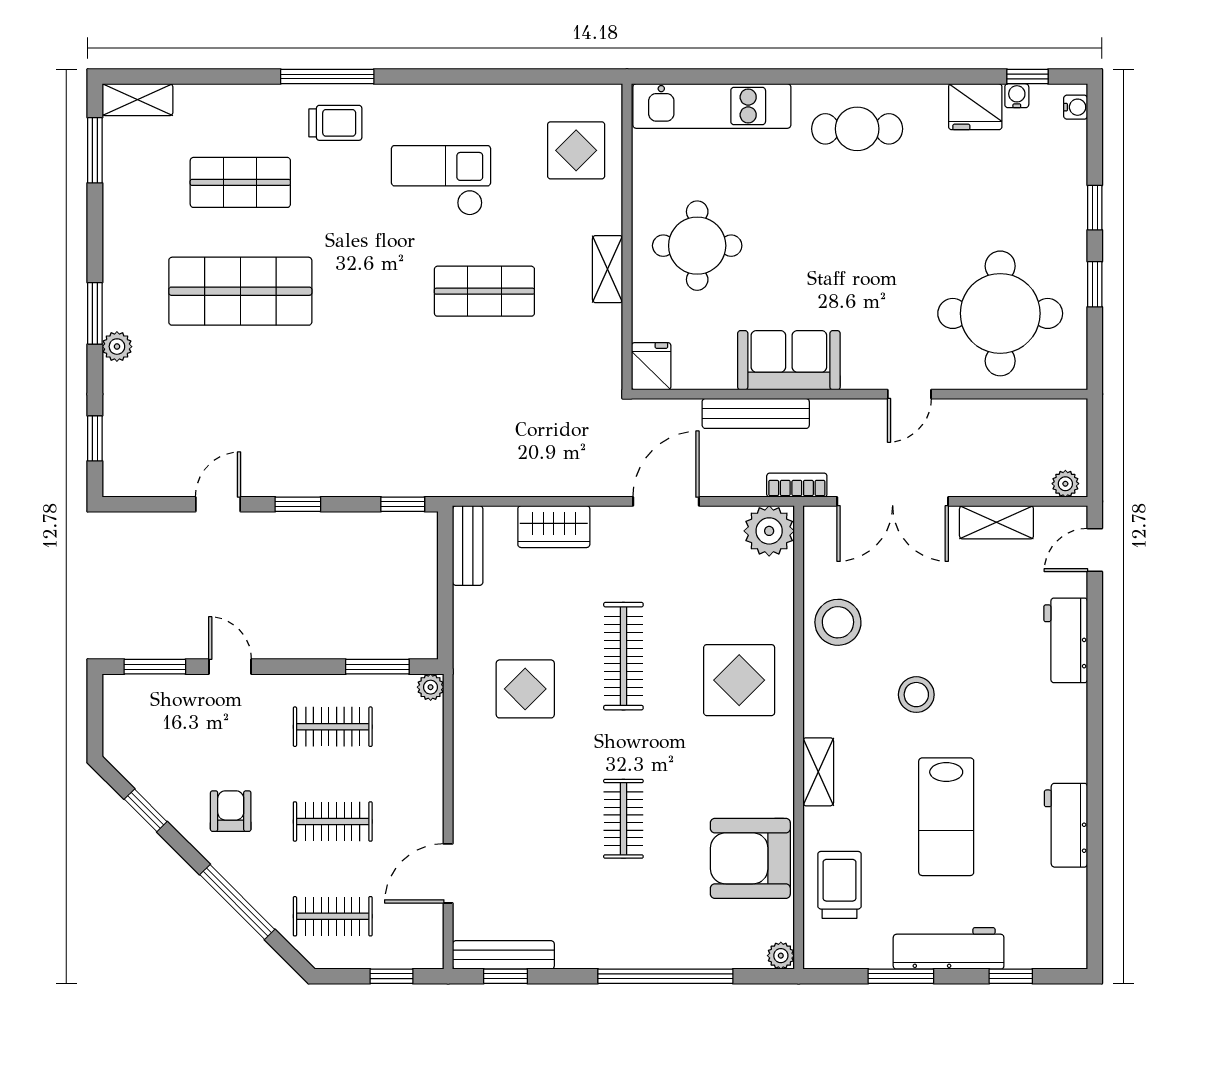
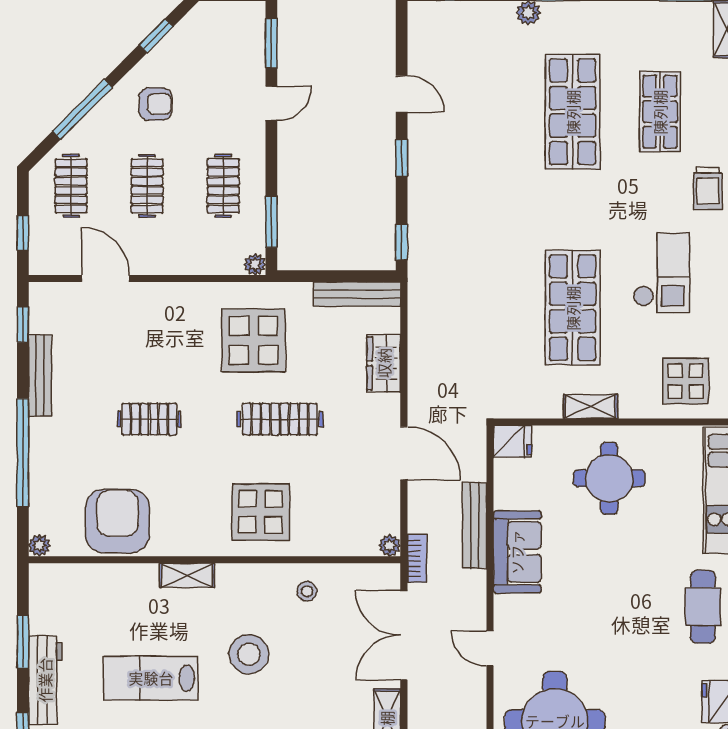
shop shelf: (484, 291) -> (573, 308), width x1.43, depth x1.36
plant: (769, 531) -> (390, 546), width x0.53, depth x0.53
bench: (468, 546) -> (357, 294), width x1.36
stool: (838, 622) -> (307, 591), width x0.53, depth x0.53
display table: (525, 689) -> (253, 340), width x1.36, depth x1.36
stool: (916, 695) -> (249, 654), width x1.38, depth x1.38
trolley: (840, 885) -> (96, 593), removed
bench: (503, 955) -> (40, 375), moved

